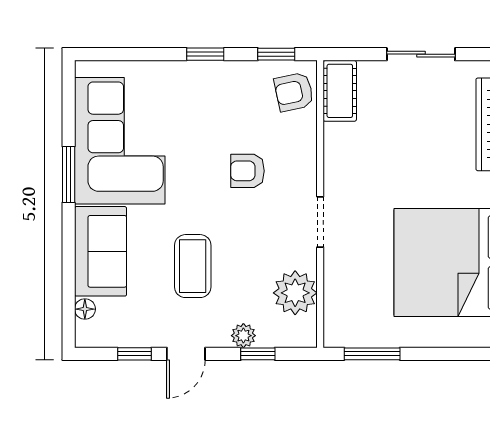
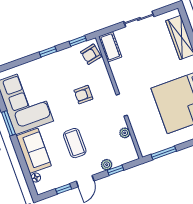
plant: (295, 293) -> (125, 133), width x0.53, depth x0.53

